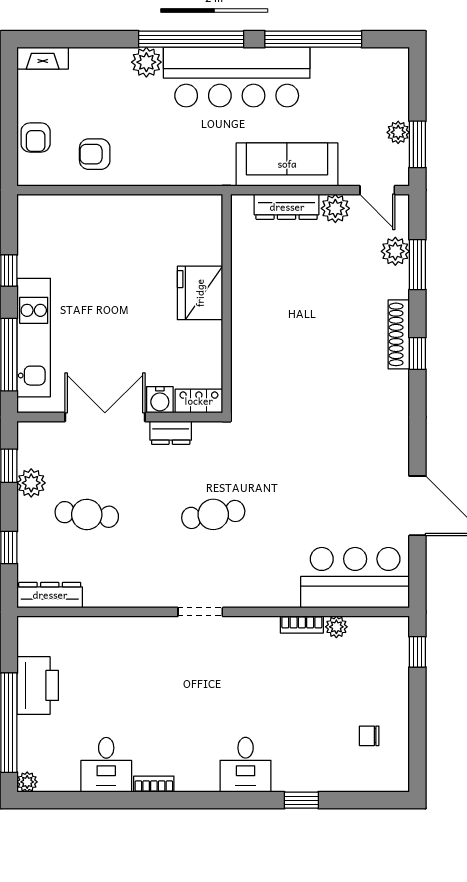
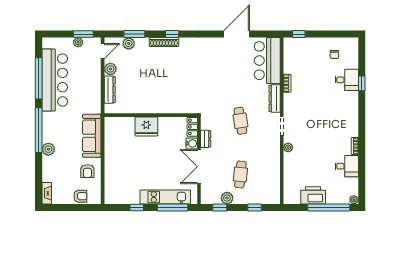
bar counter: (237, 77) -> (55, 80), moved
sofa: (287, 164) -> (92, 136), moved
dresser: (50, 595) -> (275, 98), moved
plant: (336, 627) -> (288, 147), moved
desk: (246, 765) -> (347, 80), moved

